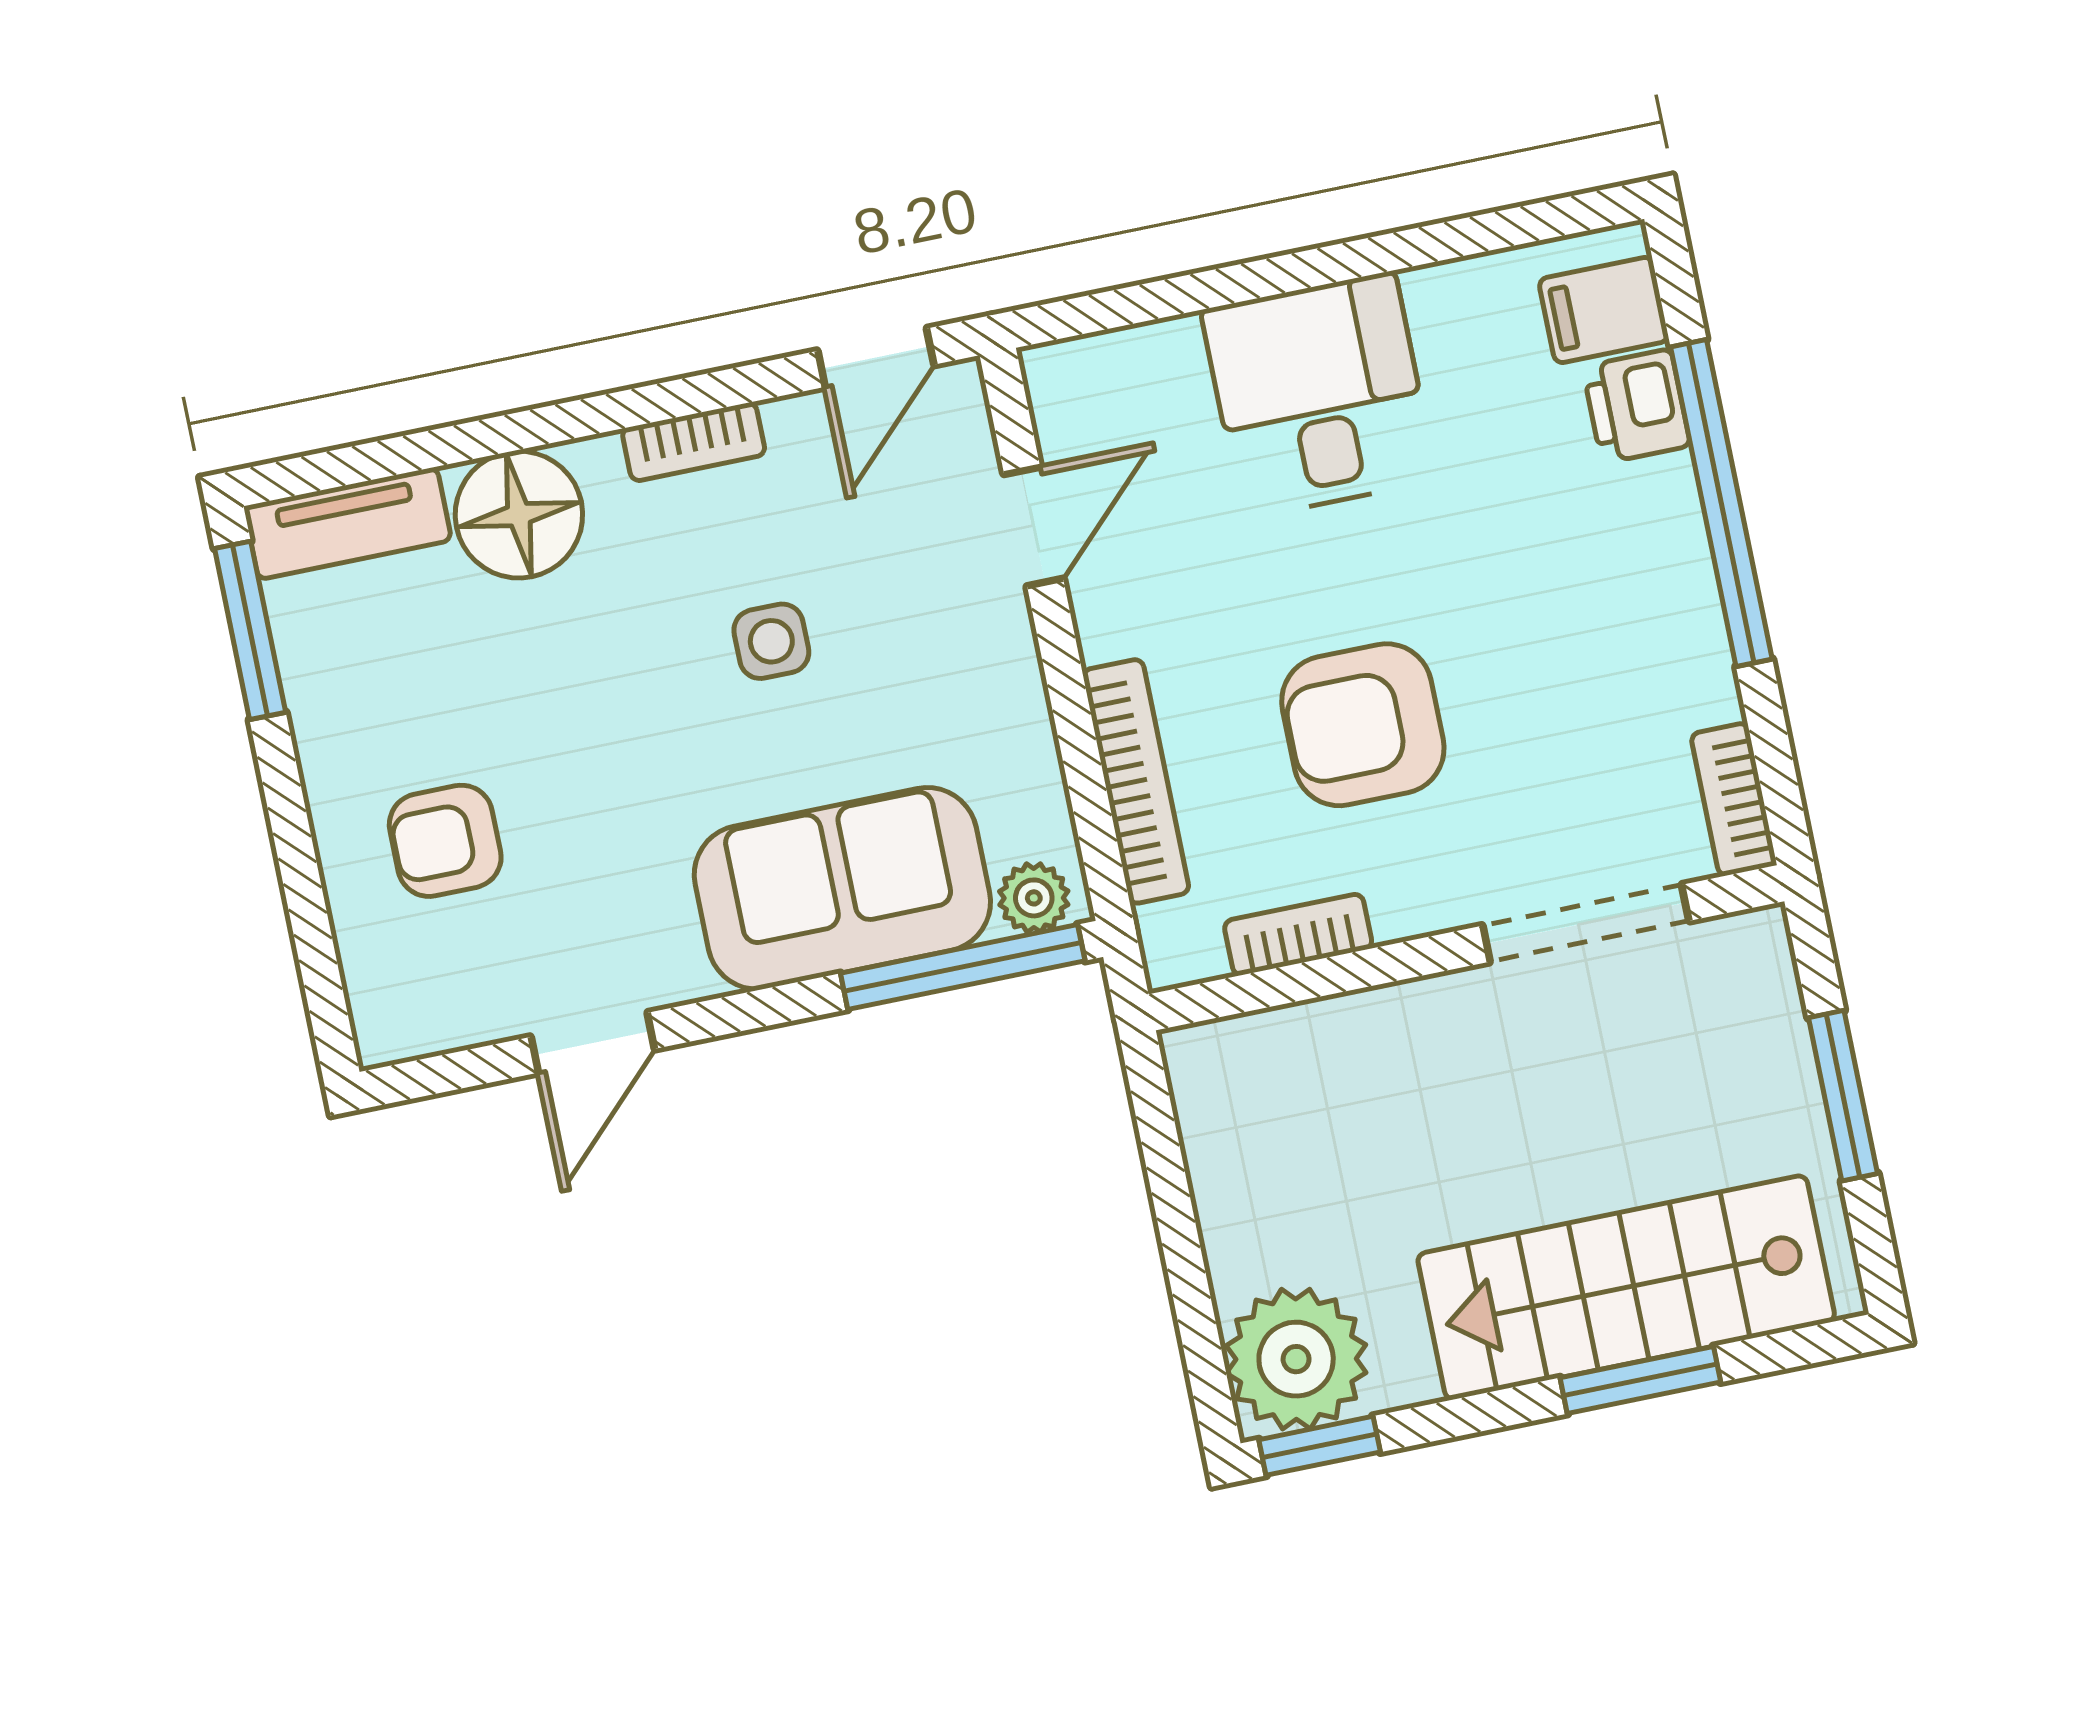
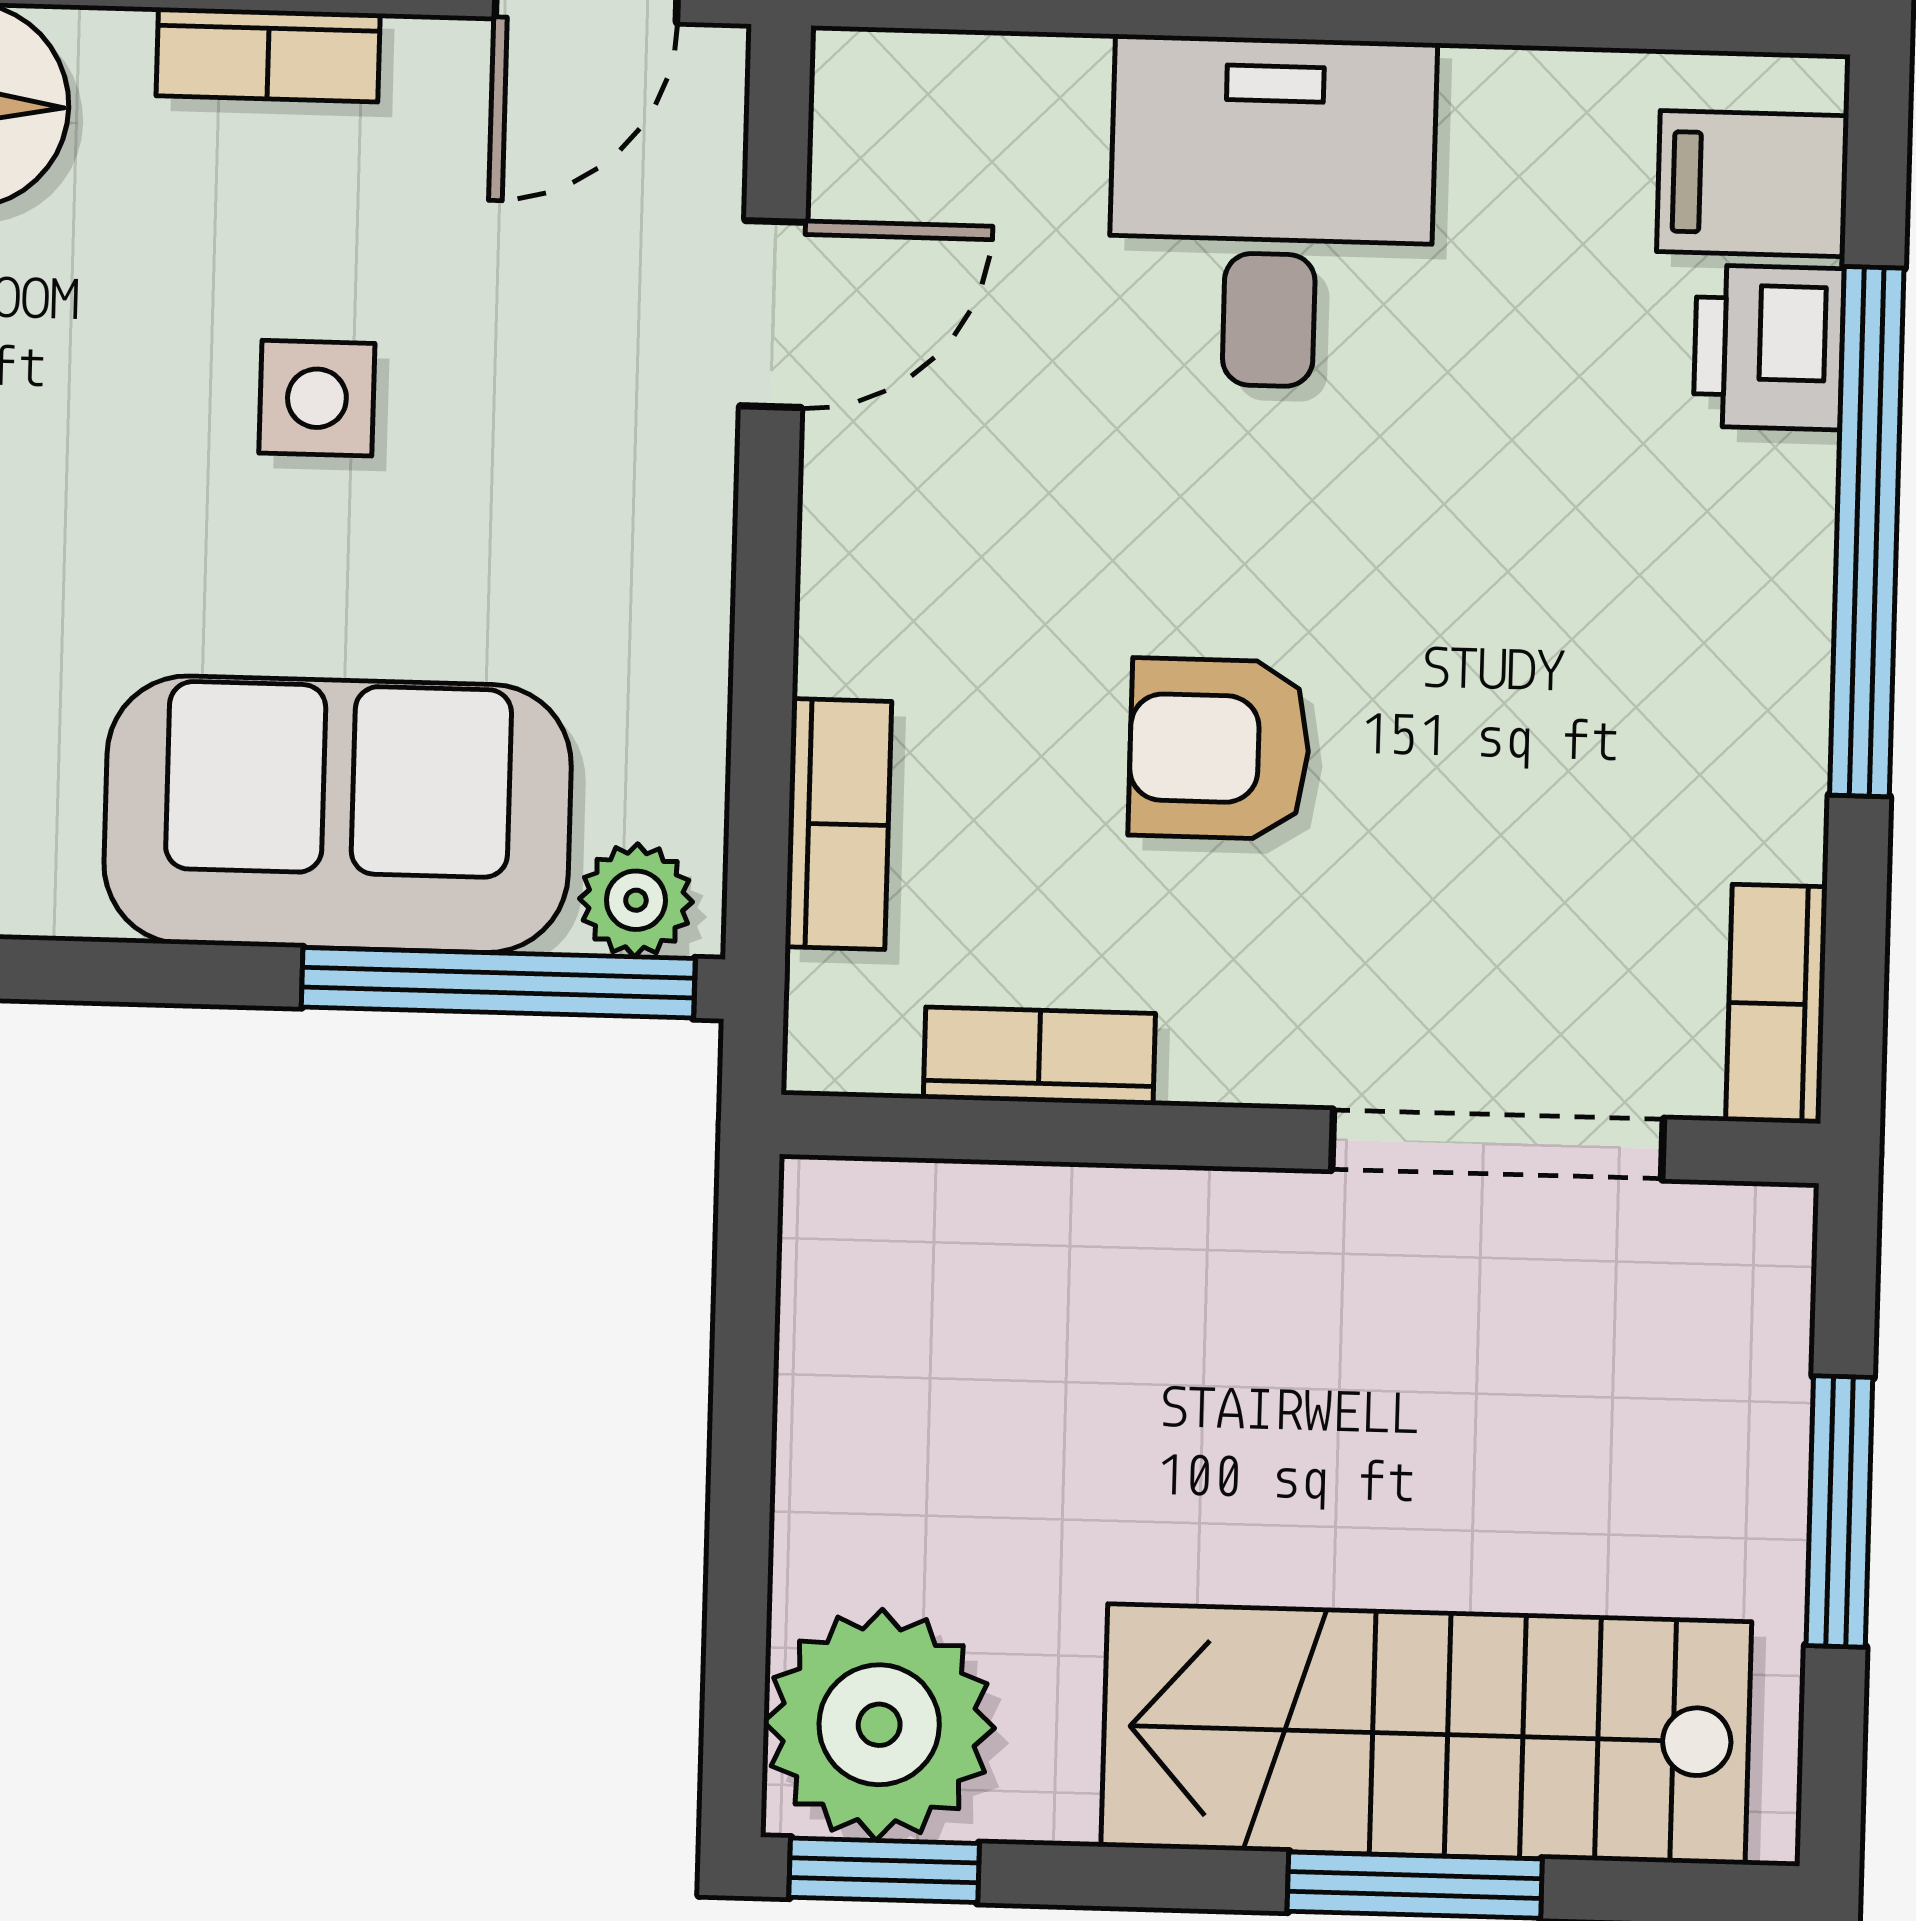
armchair: (1363, 725) -> (1219, 749), width x0.72, depth x0.72
bookcase: (1136, 781) -> (838, 824), width x0.64

